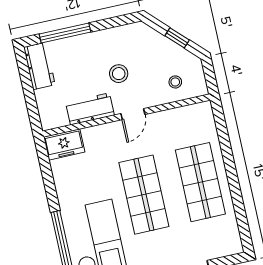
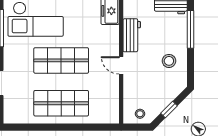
stool: (119, 74) -> (169, 61), moved
stool: (175, 82) -> (140, 114), moved

